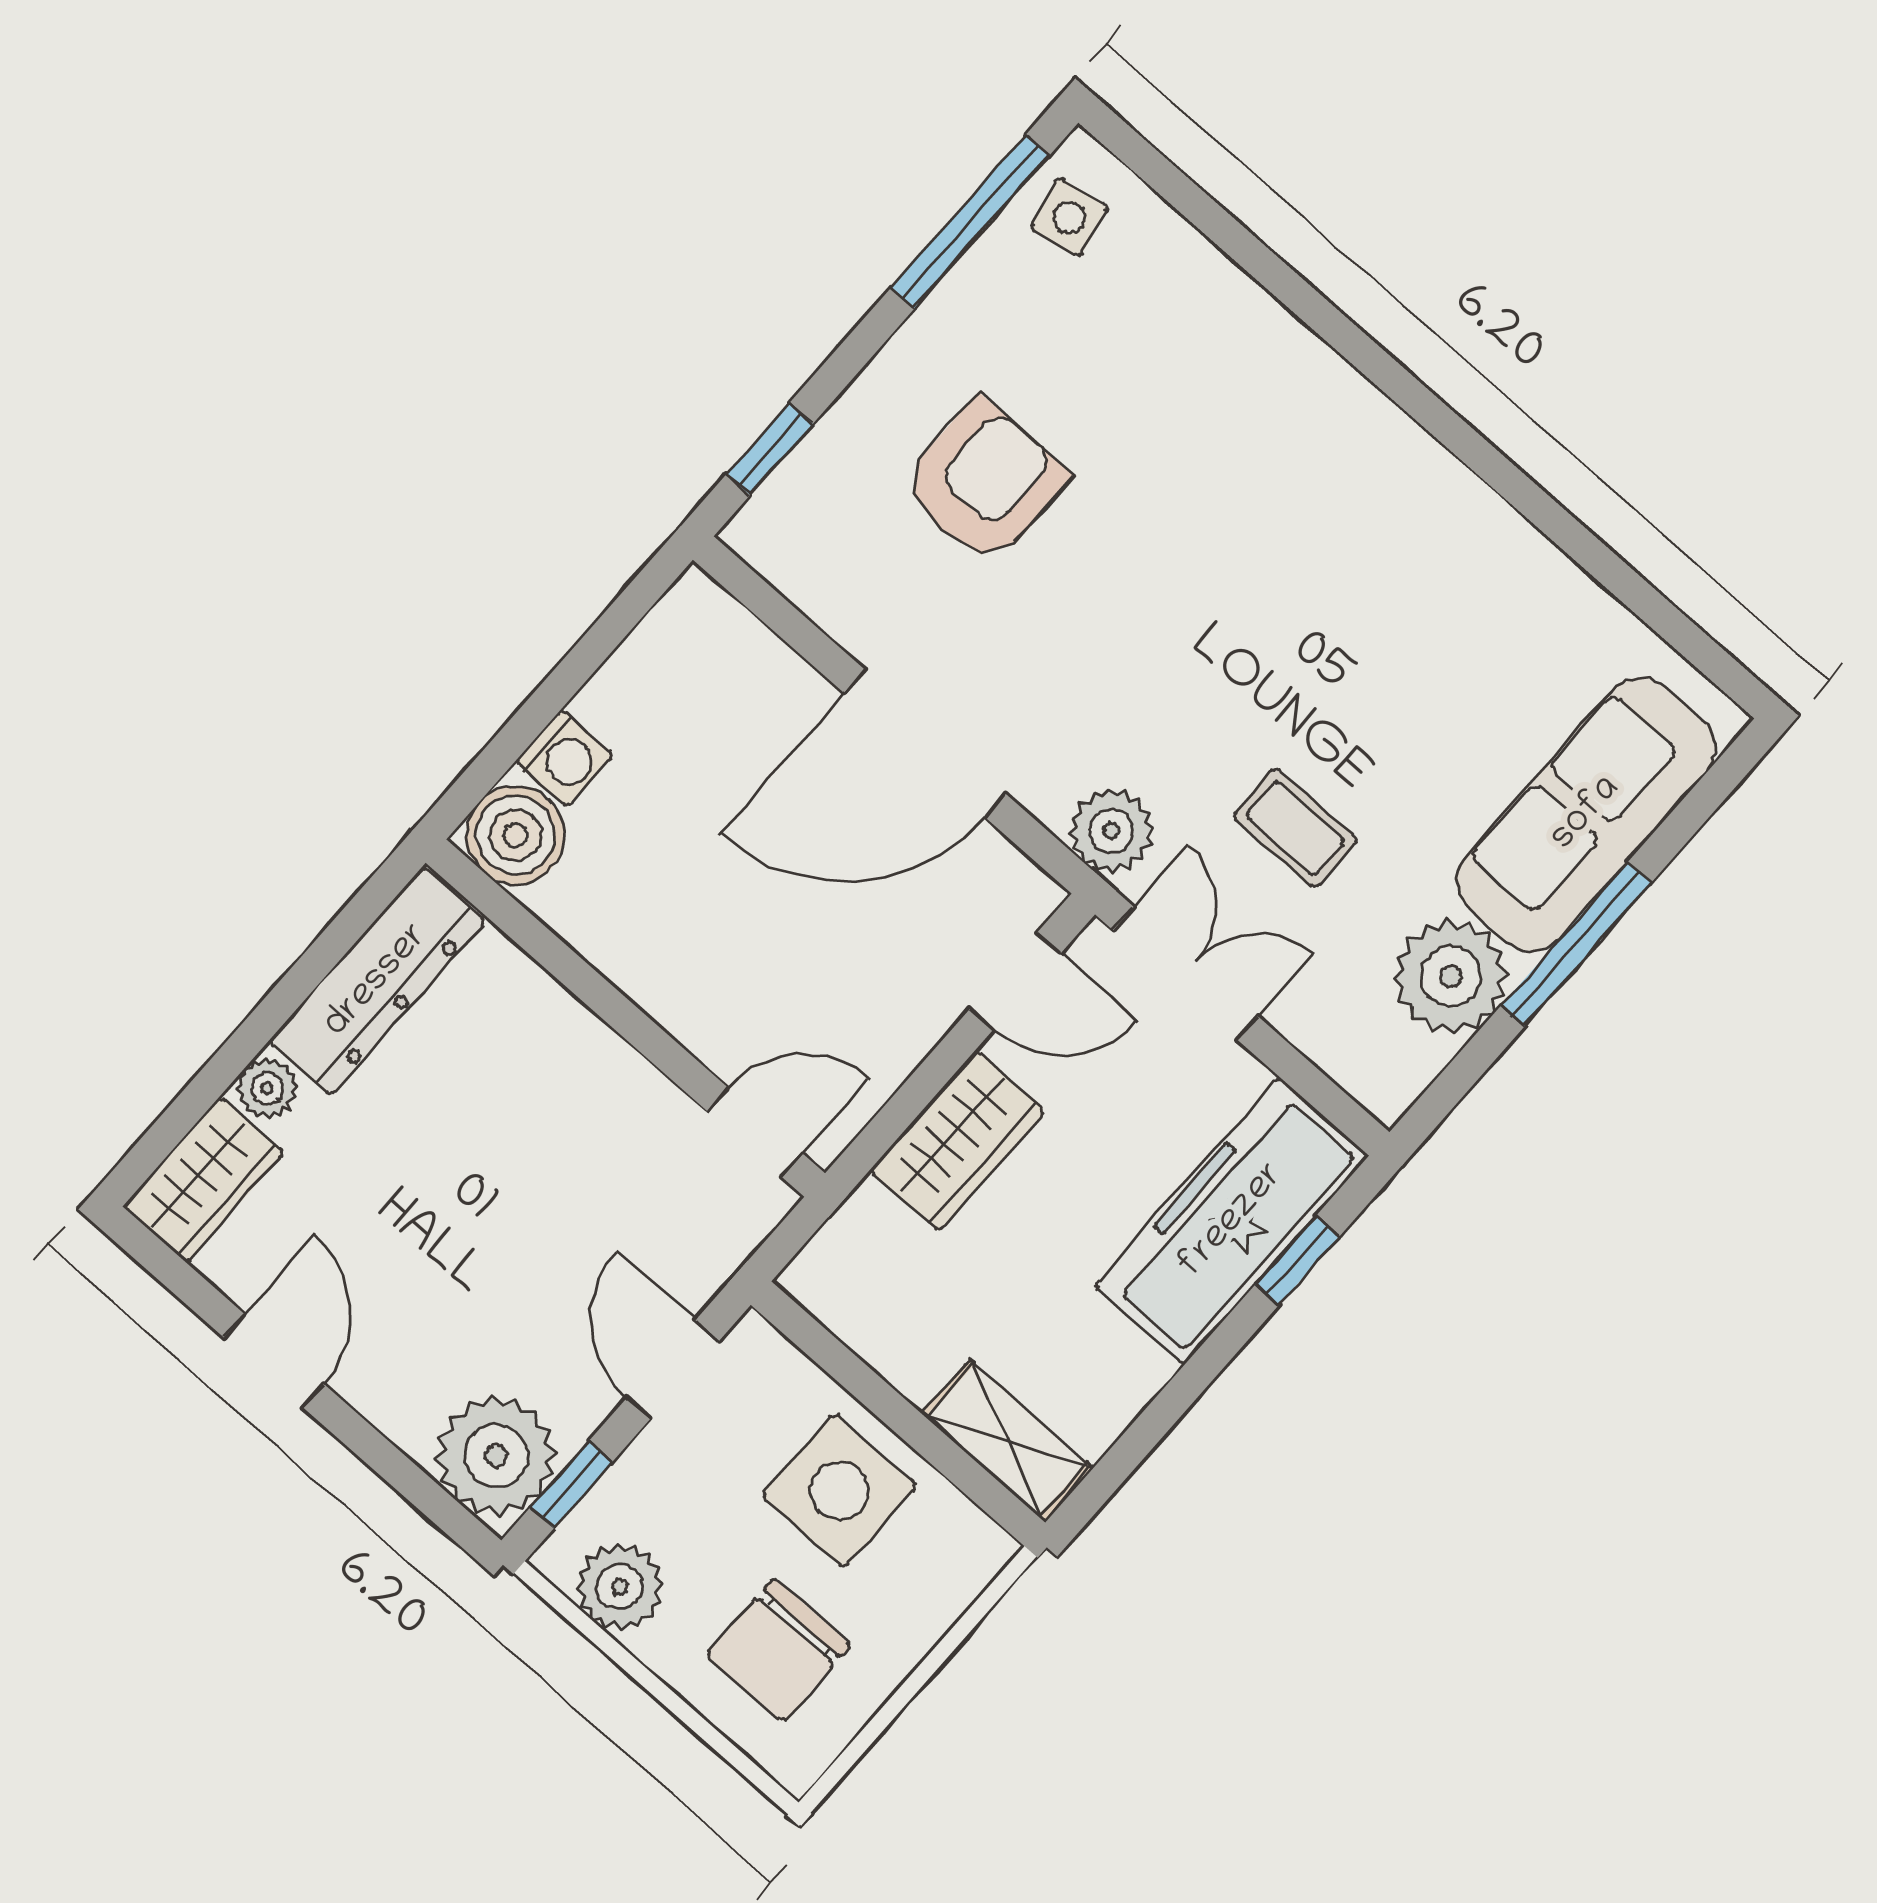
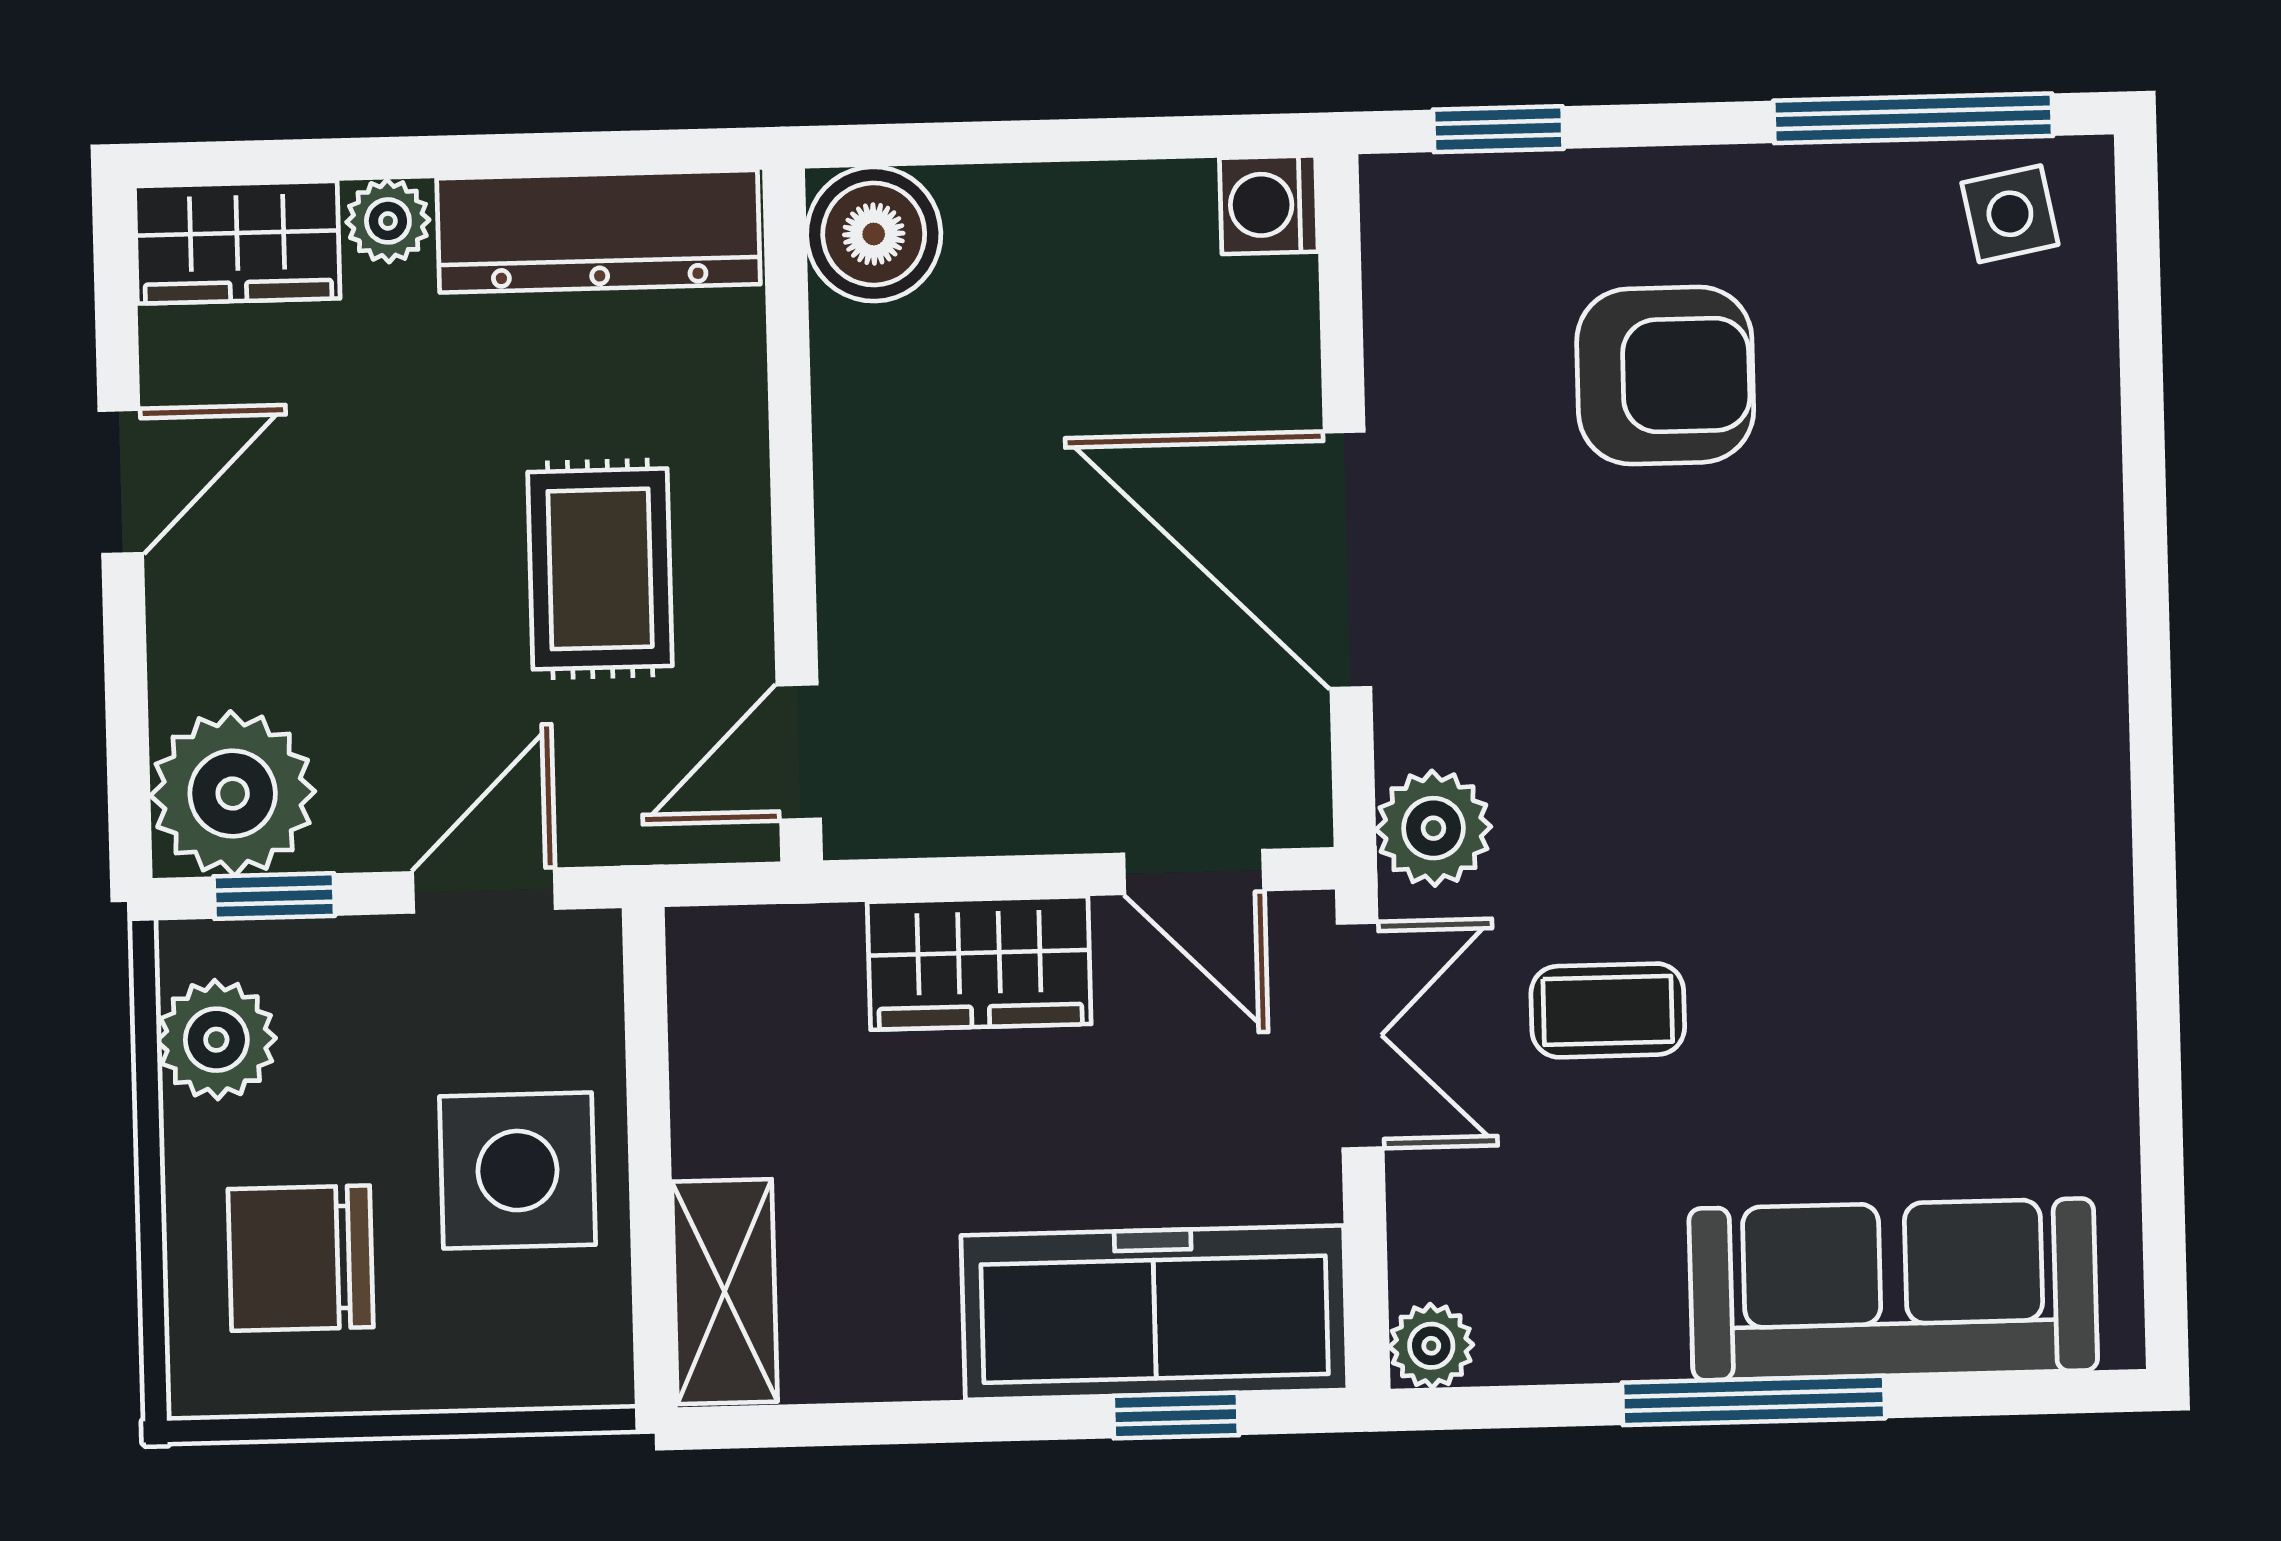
washing machine: (565, 758) -> (1269, 205), moved, turned 90
coffee table: (1295, 828) -> (1608, 1010), turned 90
plant: (1451, 976) -> (1431, 1346), moved, width x0.53, depth x0.53
door: (755, 1132) -> (799, 752), swing flipped
rug: (558, 1148) -> (600, 569), added

